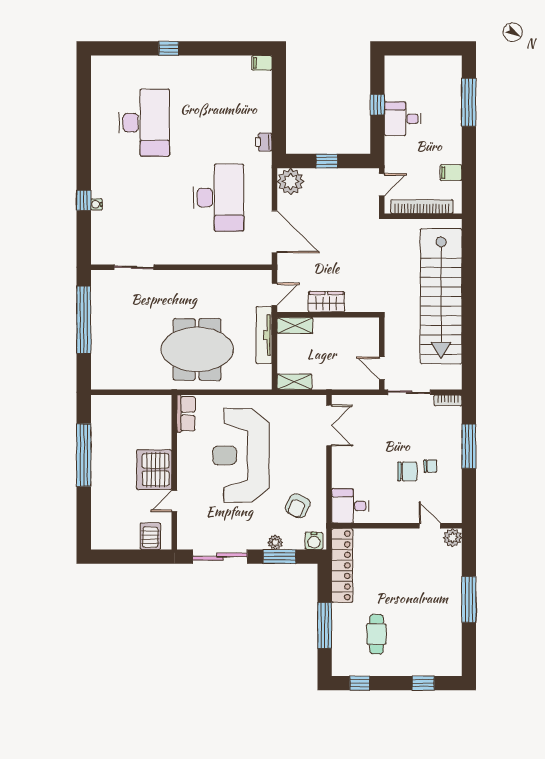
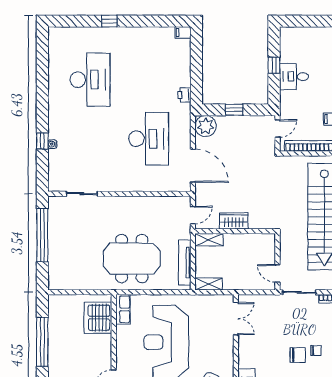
tv unit: (264, 335) -> (185, 263), moved
server rack: (154, 470) -> (98, 318), moved

